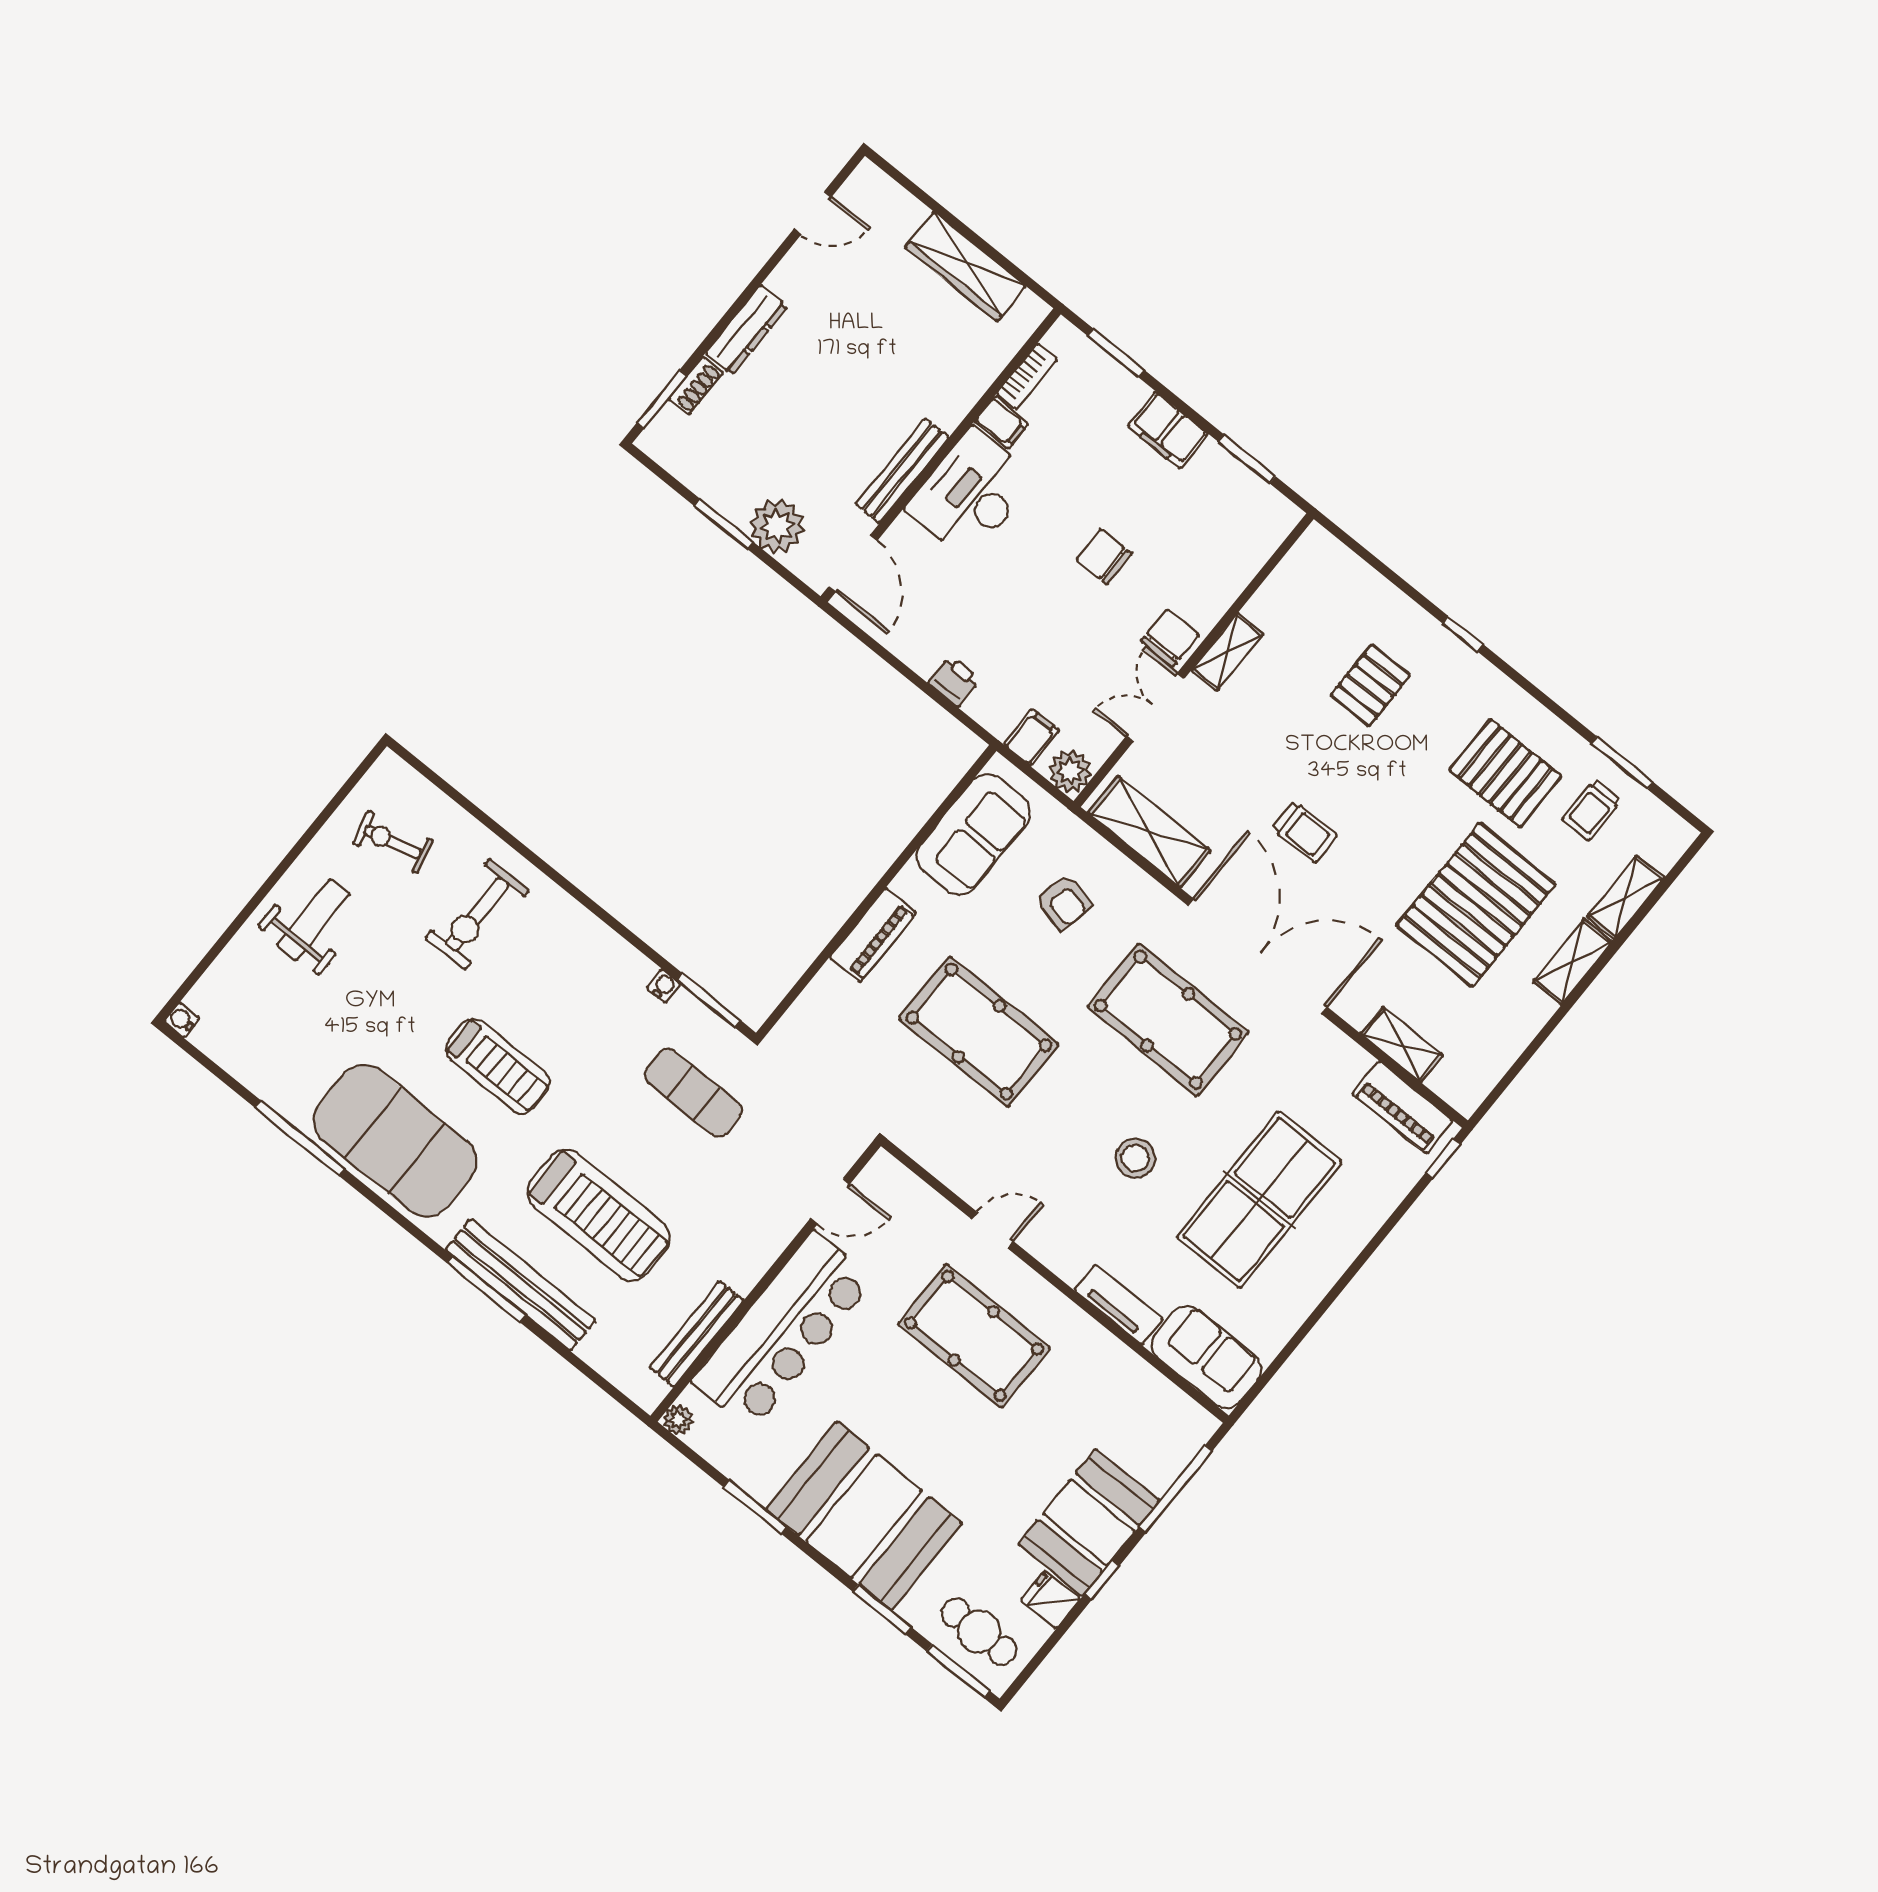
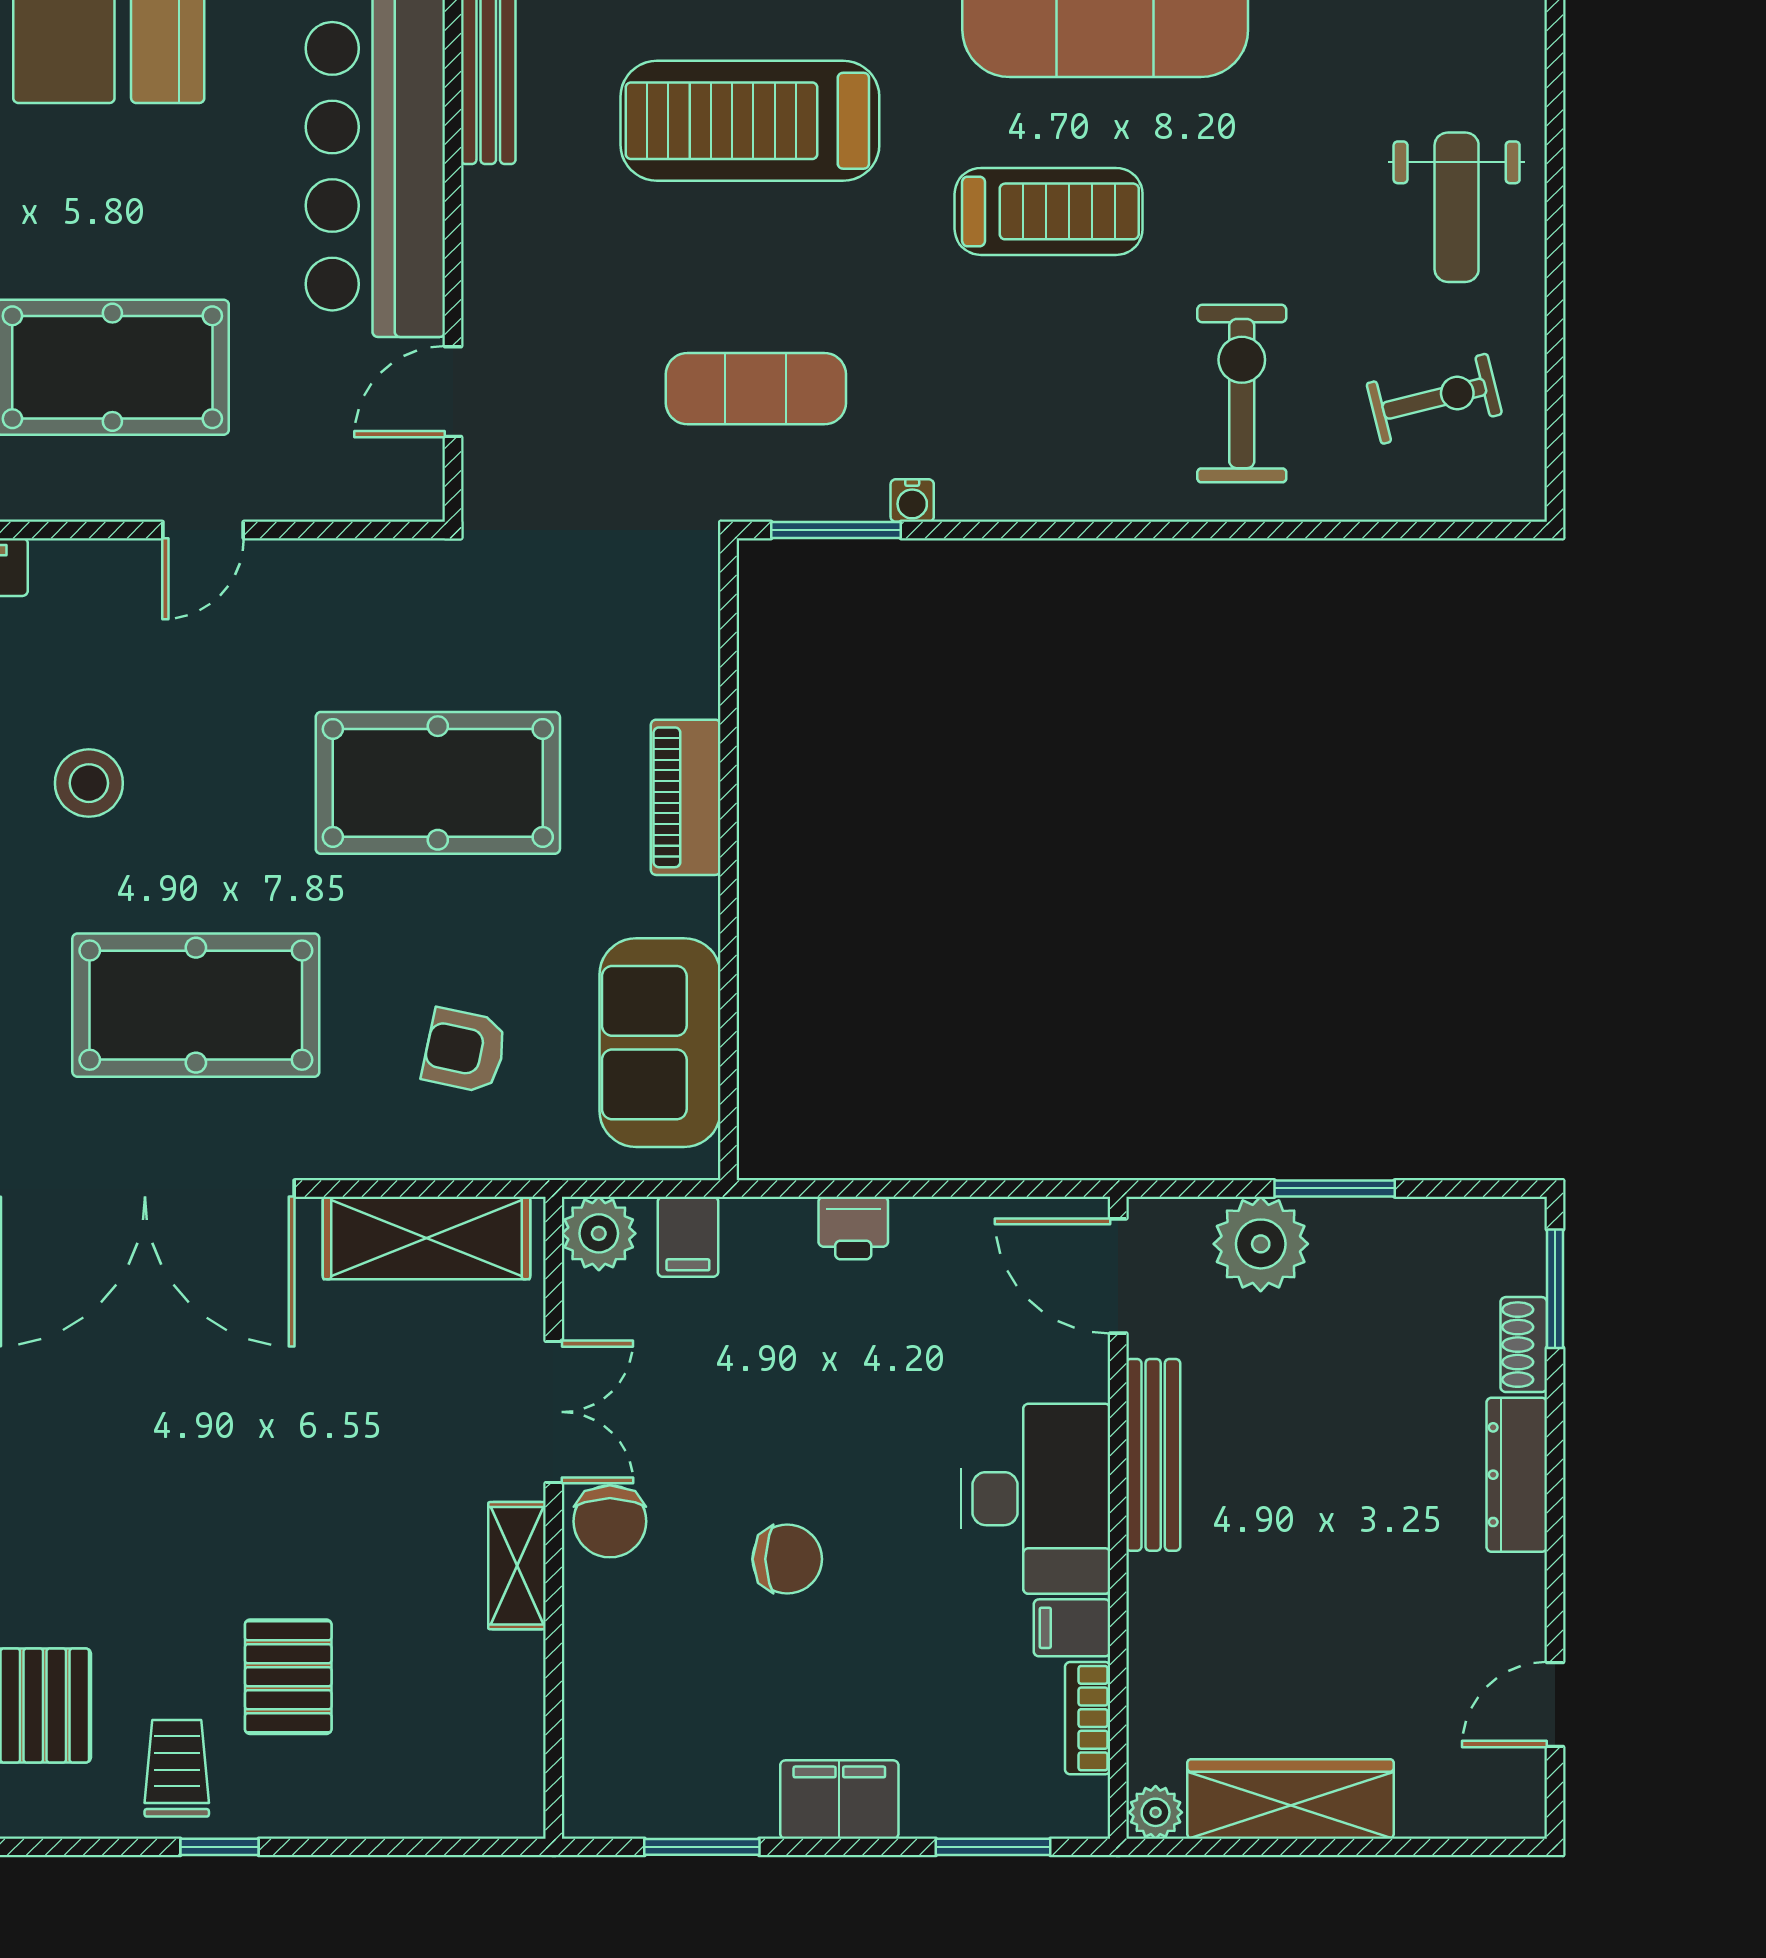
plant: (1031, 310) -> (1156, 1812), added
trolley: (1305, 832) -> (177, 1768), moved, turned 90
treadmill: (498, 1066) -> (1049, 211), turned 180

